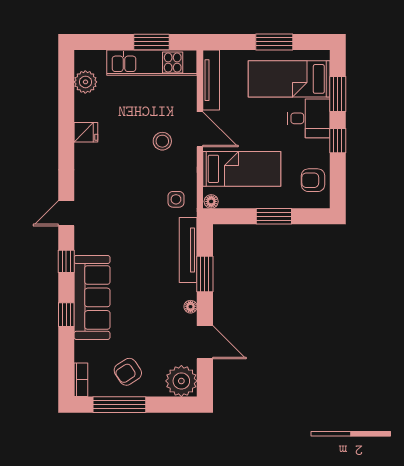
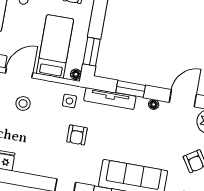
window: (274, 216) -> (92, 52), moved
armchair: (135, 217) -> (77, 135), added

